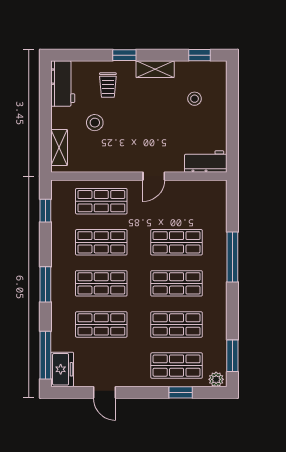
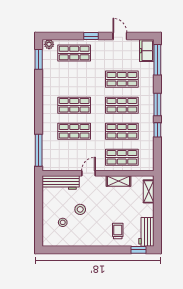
window: (124, 55) -> (138, 250), moved
window: (200, 55) -> (60, 250), removed
shelving: (155, 69) -> (118, 181), moved
stool: (95, 123) -> (80, 209), moved
workbench: (206, 162) -> (61, 182), width x1.38
window: (45, 211) -> (157, 130), moved
window: (232, 257) -> (39, 150), moved
shop shelf: (177, 324) -> (74, 79), removed
window: (181, 392) -> (91, 36), moved

